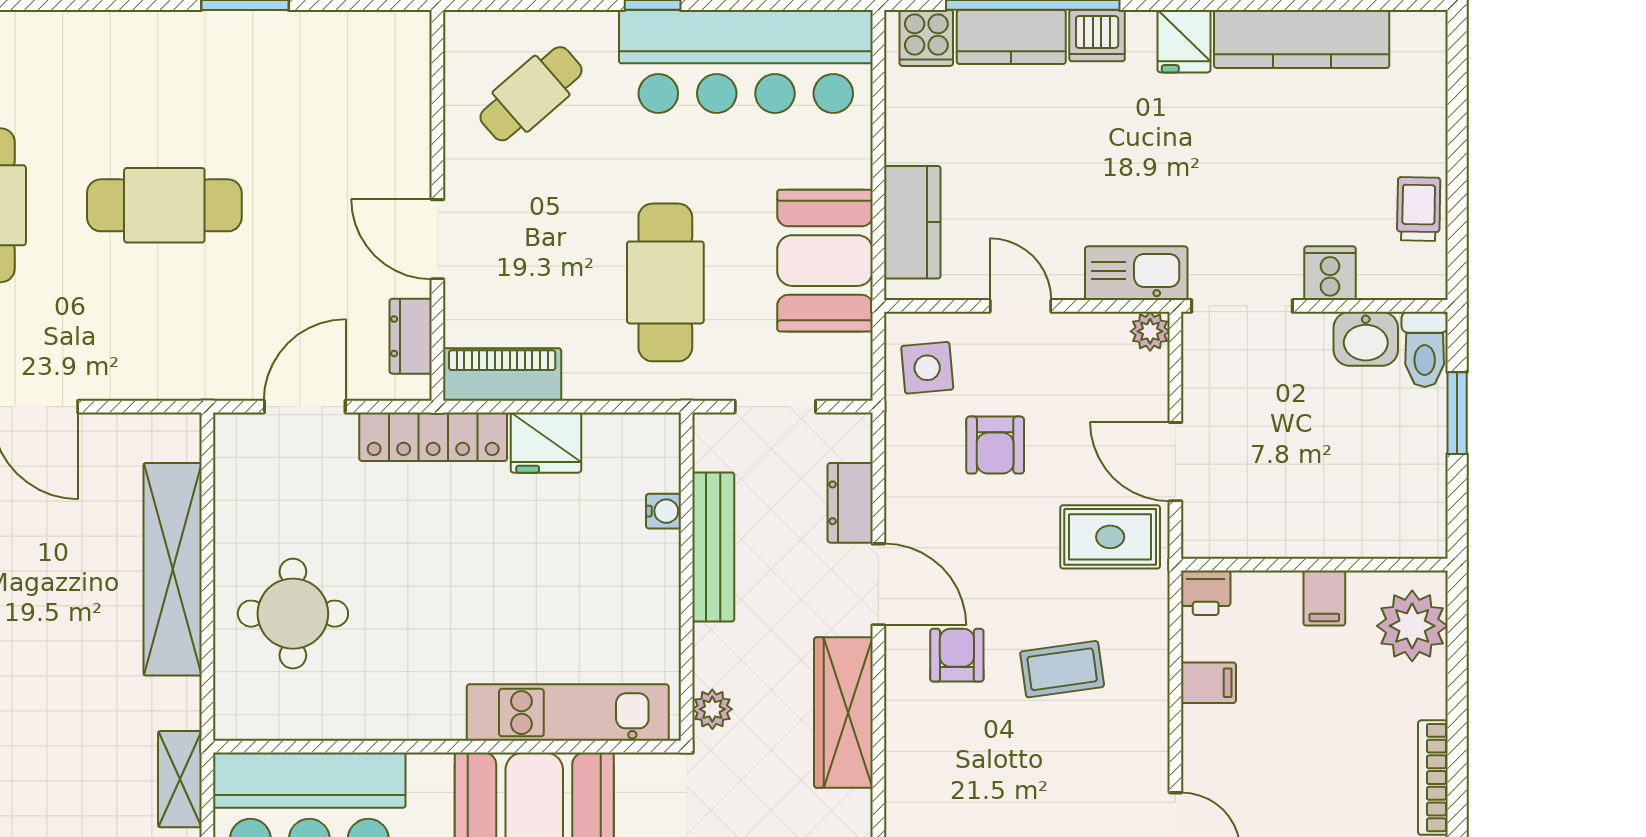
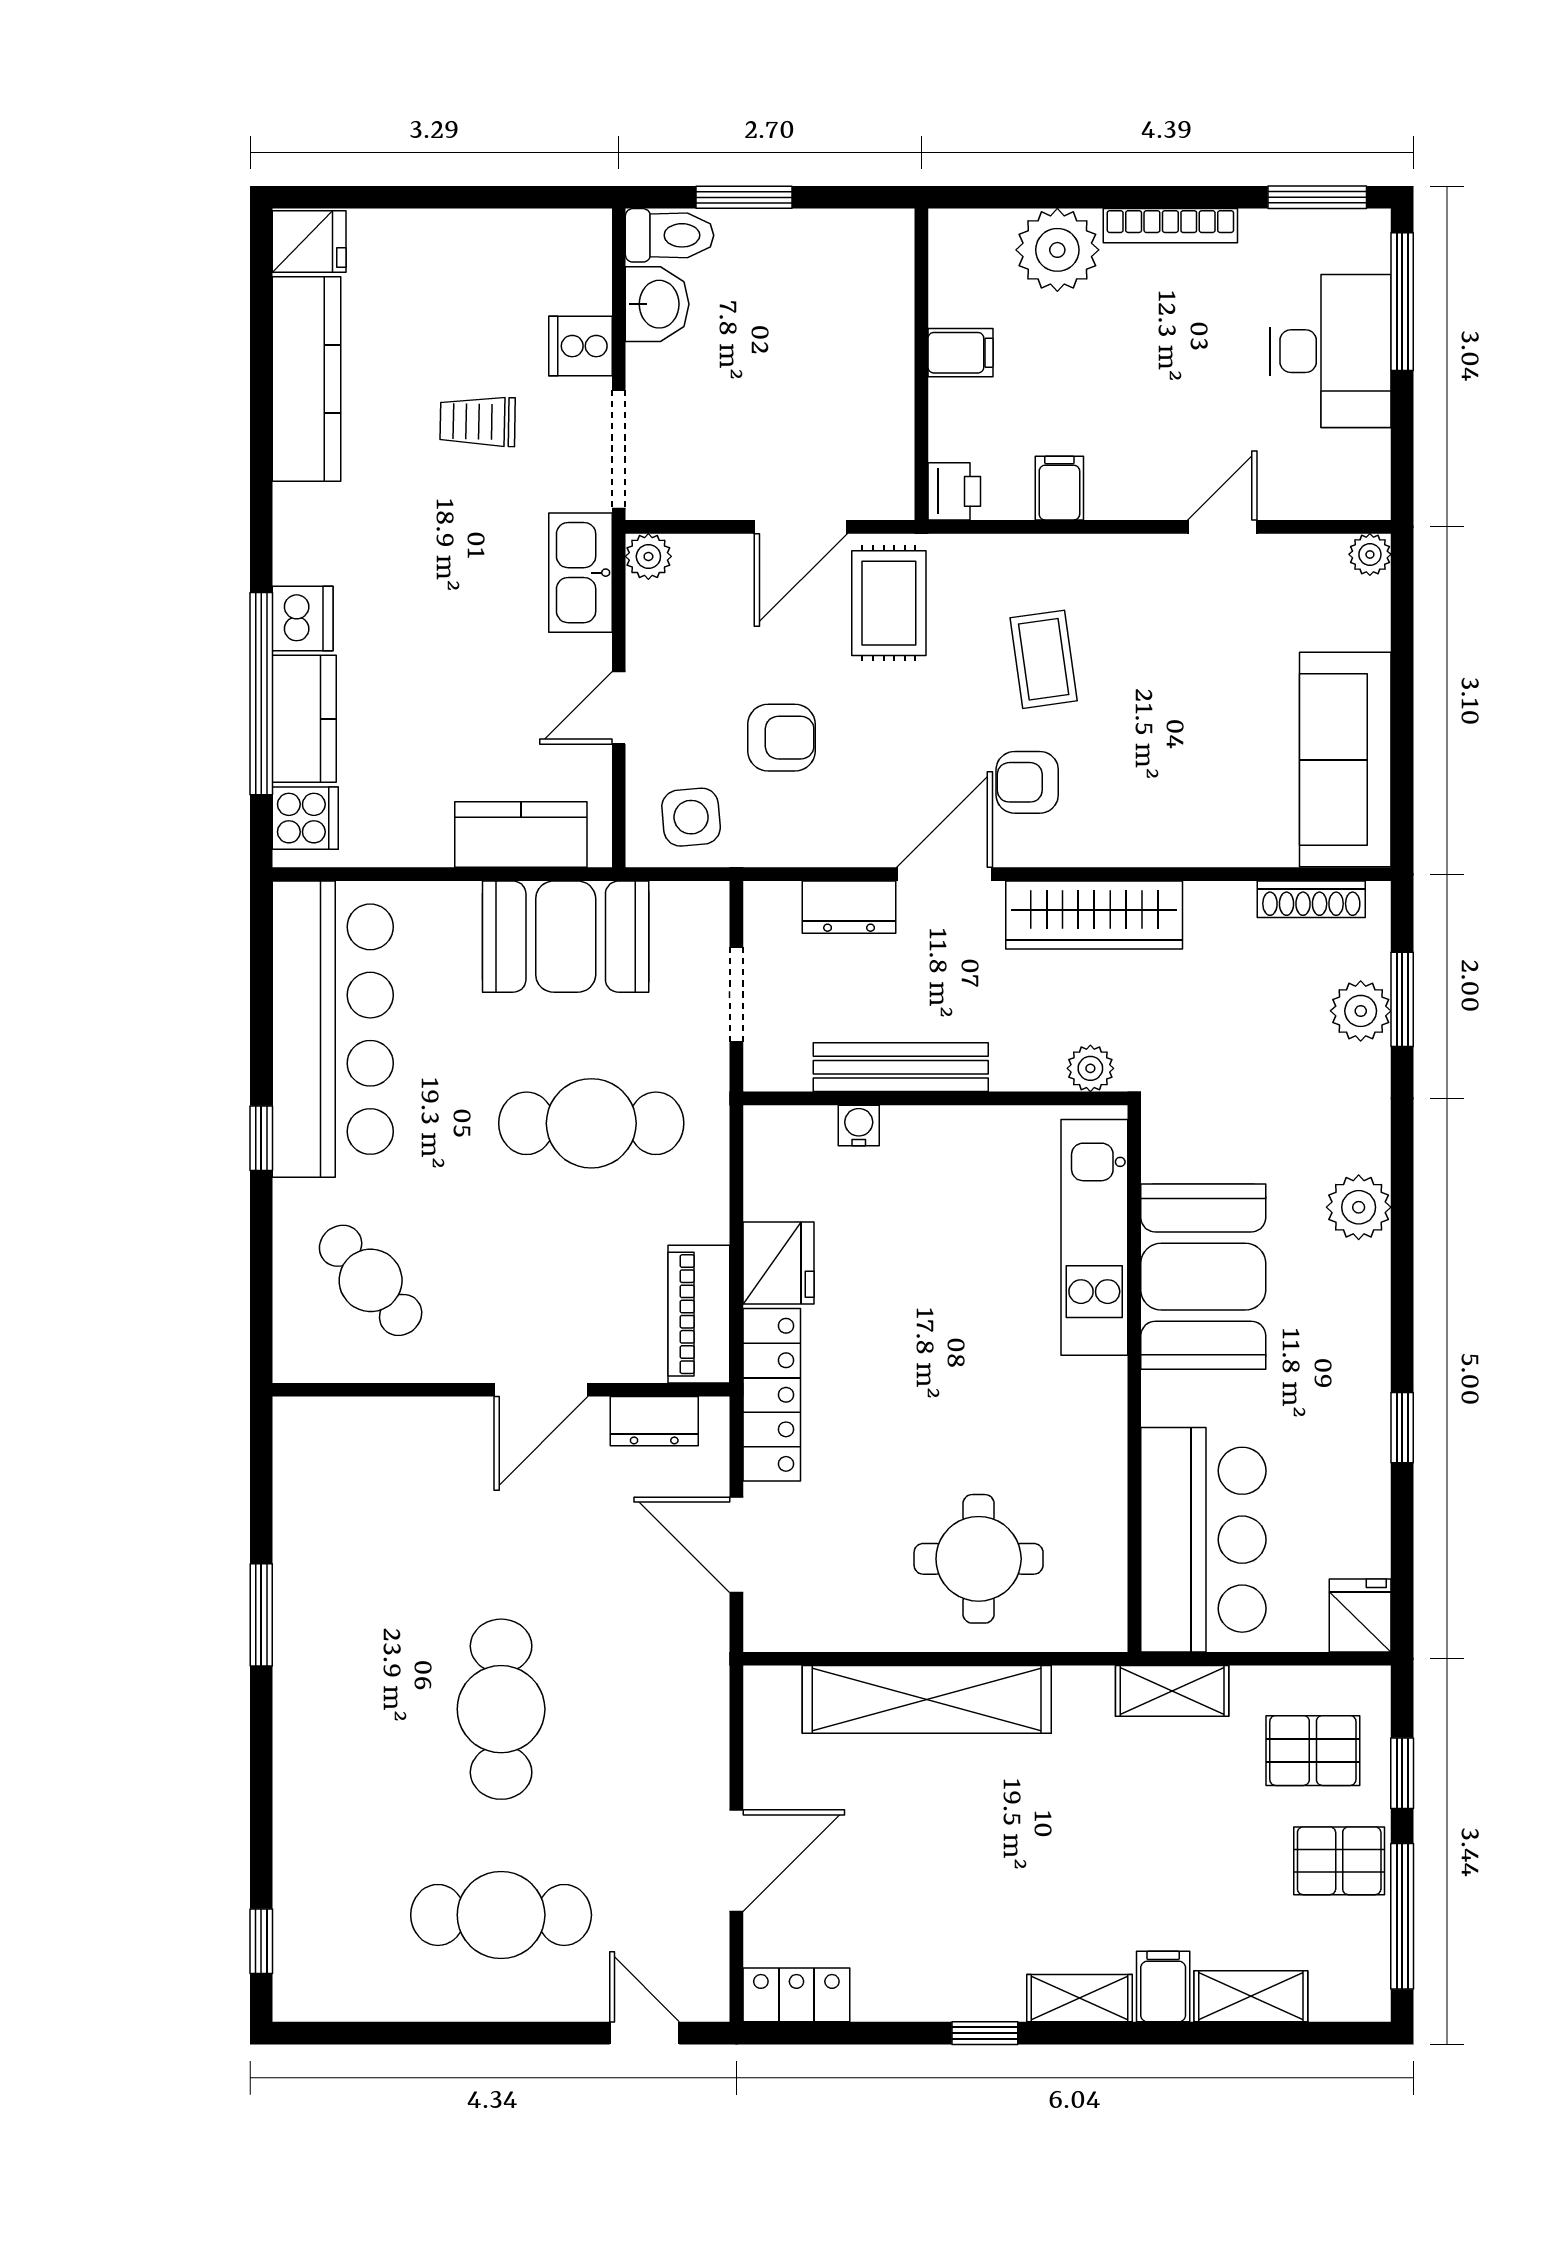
fridge: (1184, 41) -> (309, 241), moved
trolley: (1419, 209) -> (478, 422), moved
plant: (1412, 626) -> (1057, 250), moved

